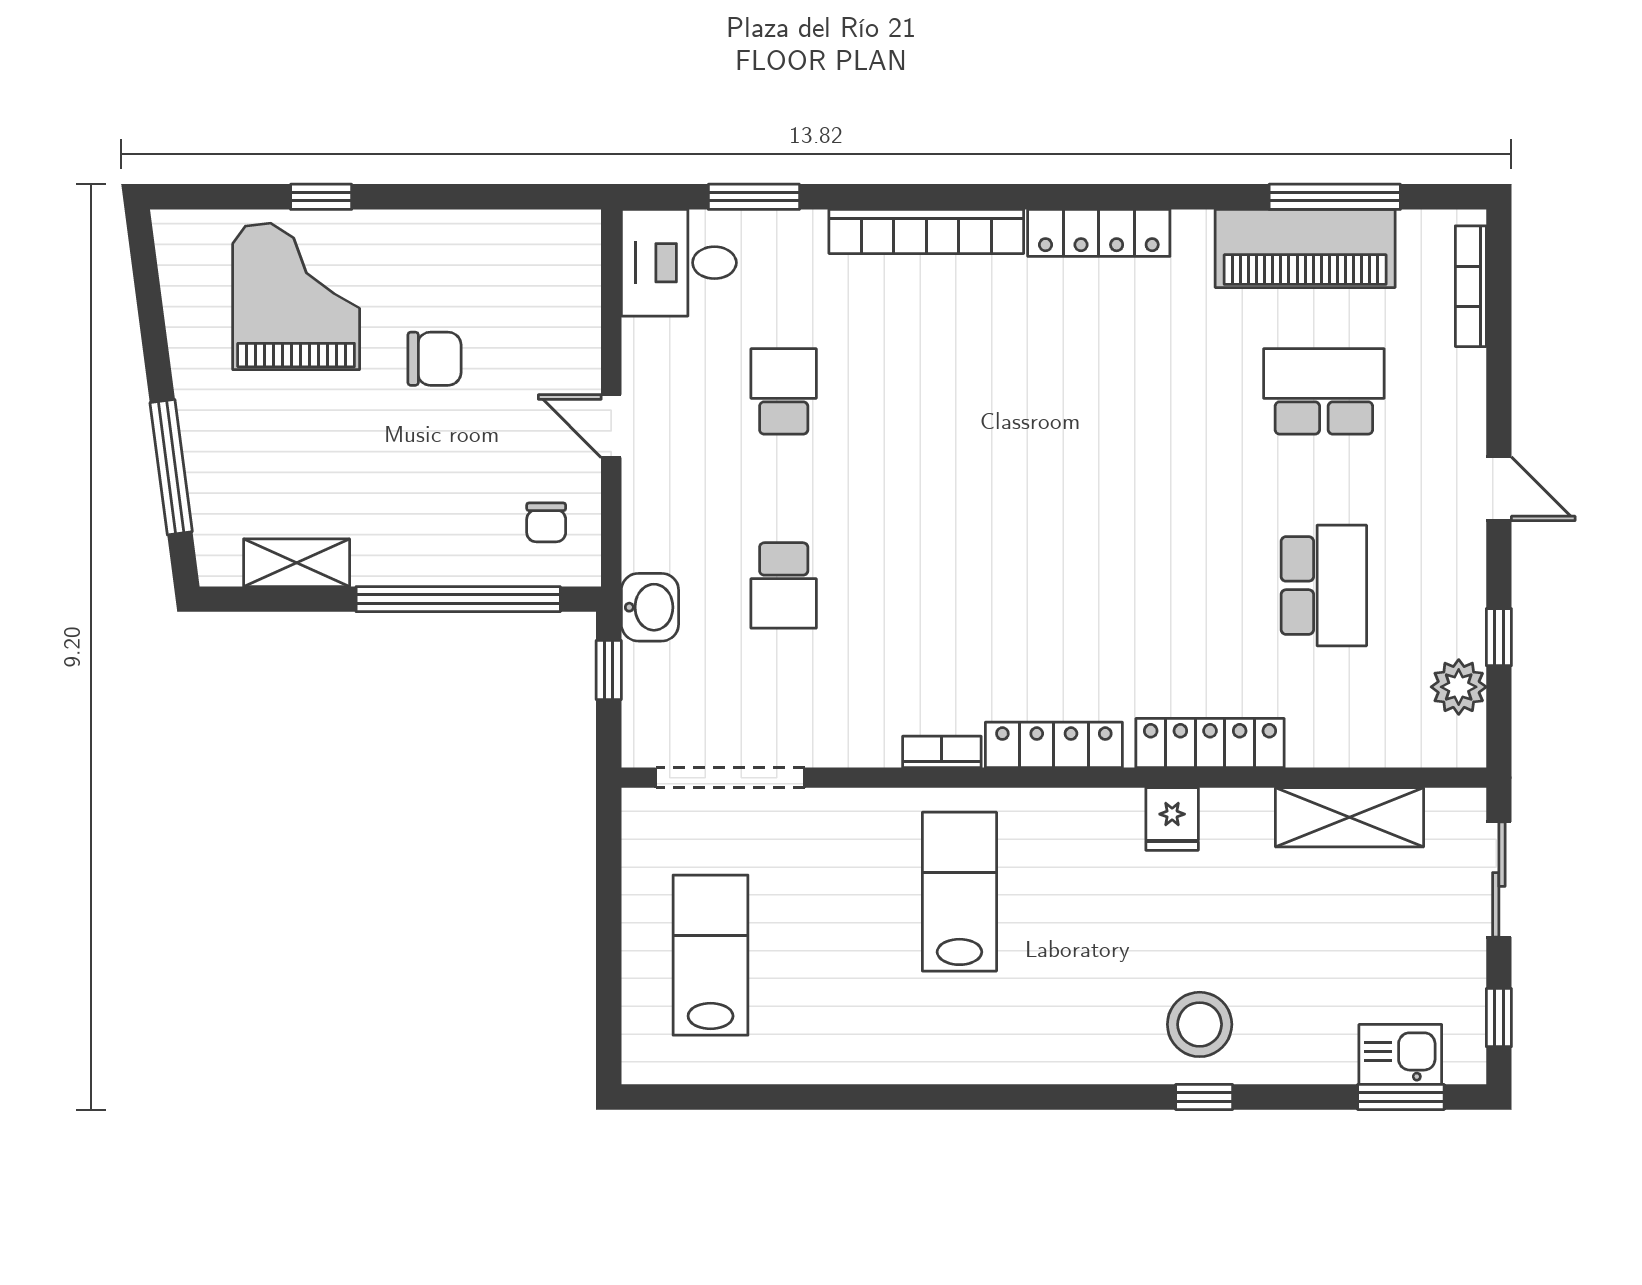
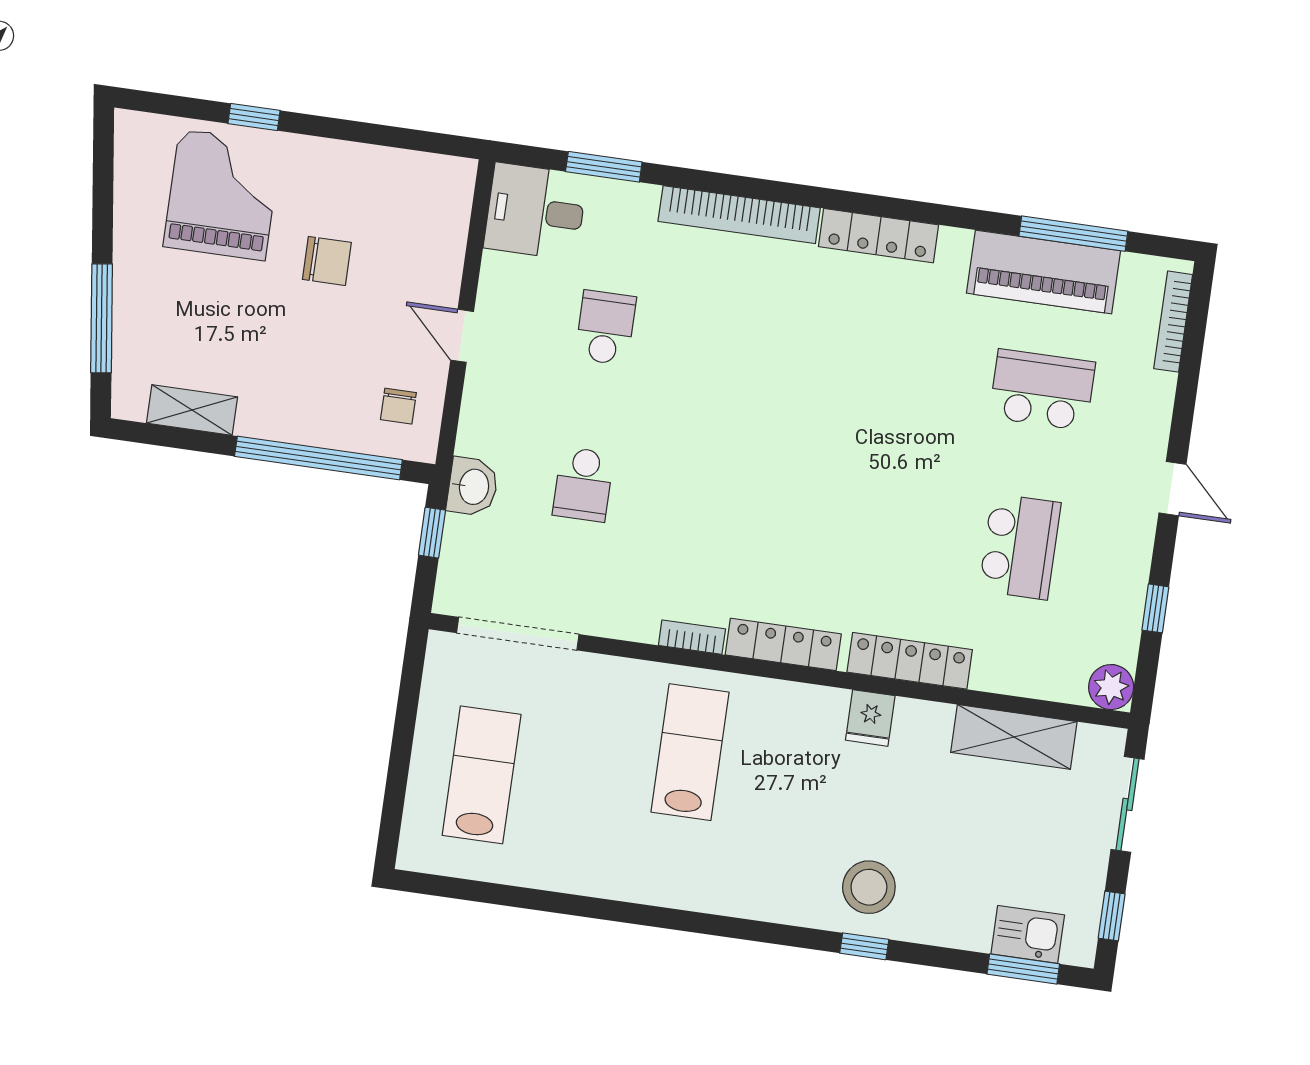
plant: (1459, 687) -> (1111, 687), moved

